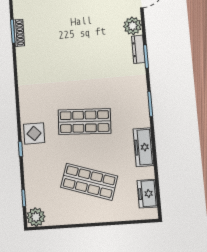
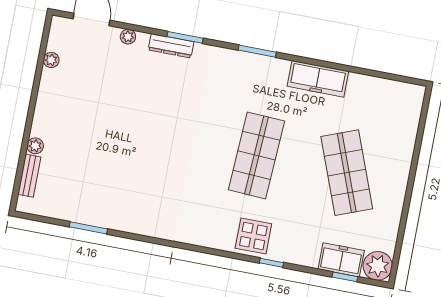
plant: (133, 26) -> (128, 37), width x0.53, depth x0.53
shoe rack: (19, 33) -> (94, 219), removed
shop shelf: (89, 182) -> (347, 173), turned -39
freezer: (147, 194) -> (341, 260), moved, turned 180

